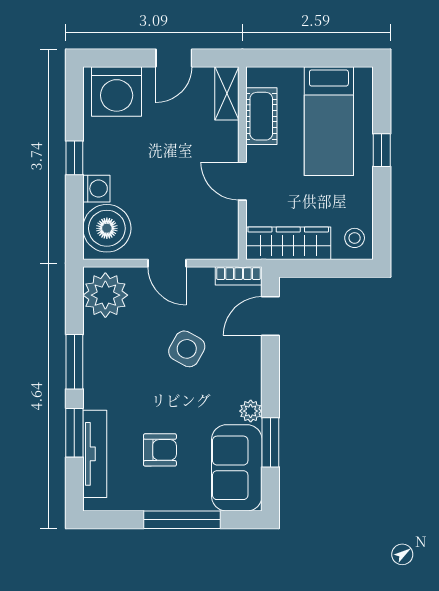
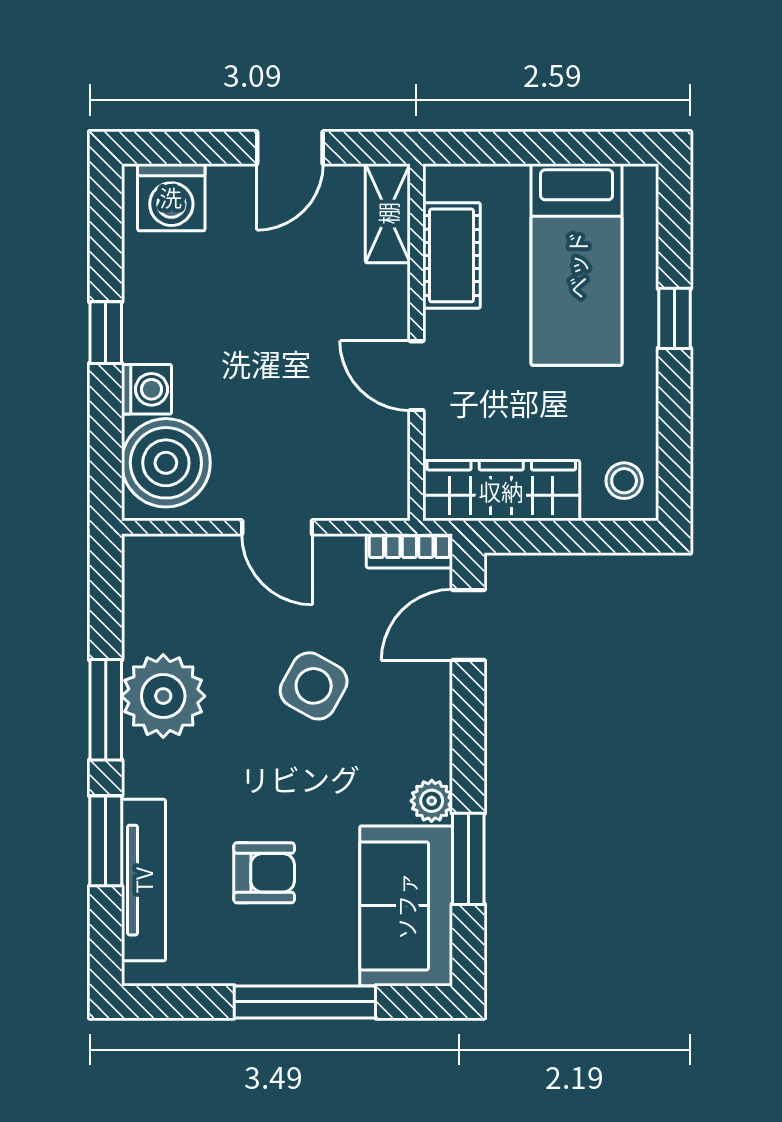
washing machine: (117, 91) -> (171, 197), width x0.73, depth x0.73
plant: (105, 295) -> (163, 696), moved

